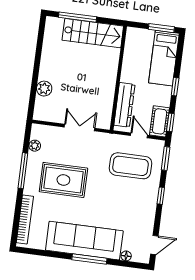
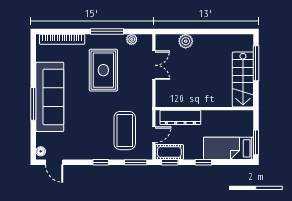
double door: (80, 128) -> (154, 65), moved
floor lamp: (126, 256) -> (41, 151), moved

